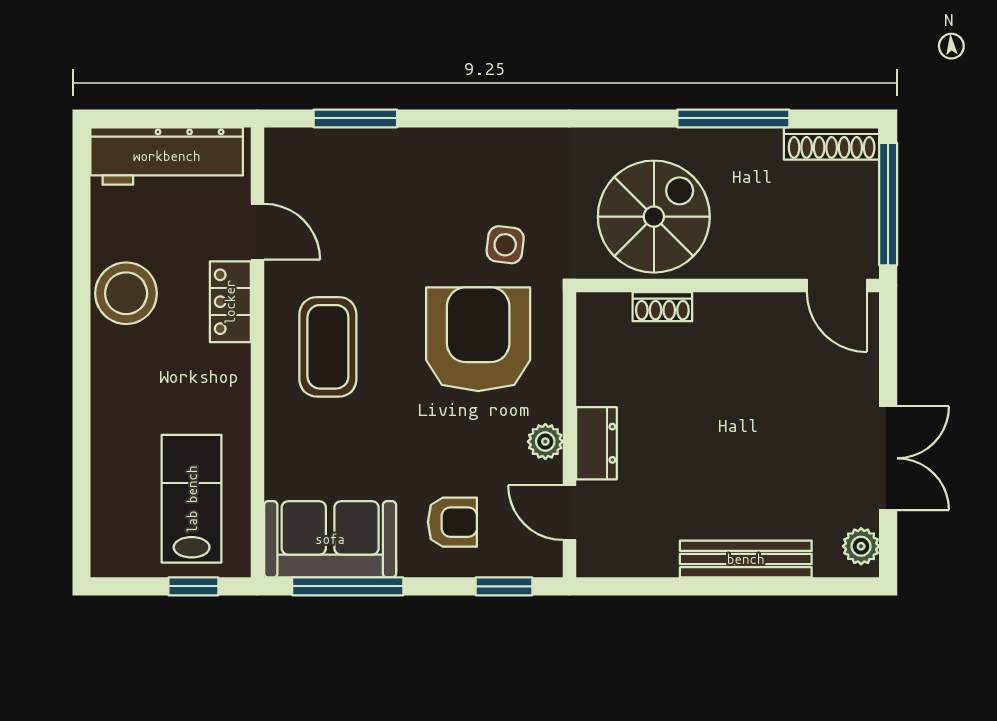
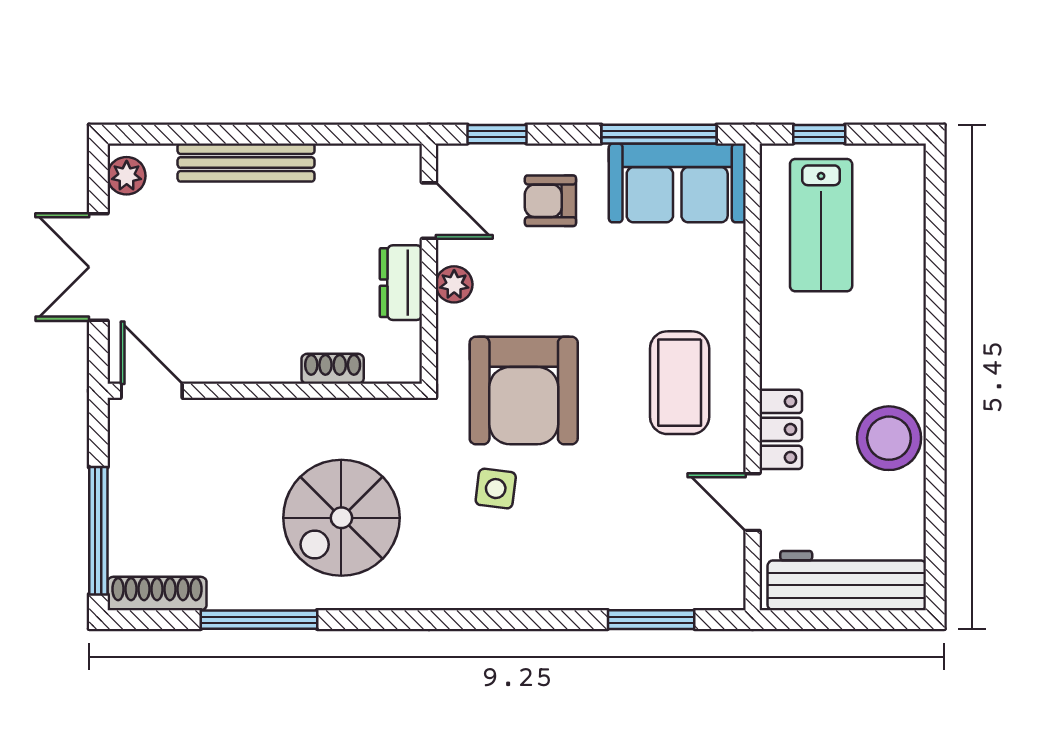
wall: (728, 286) -> (265, 391), moved
door: (837, 286) -> (152, 391), moved
shoe rack: (662, 307) -> (333, 369), moved

